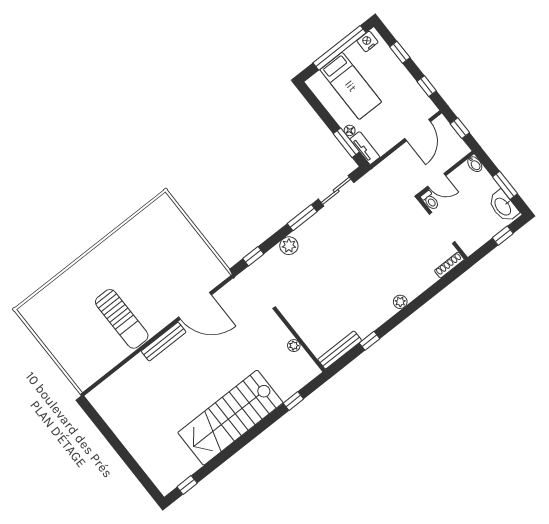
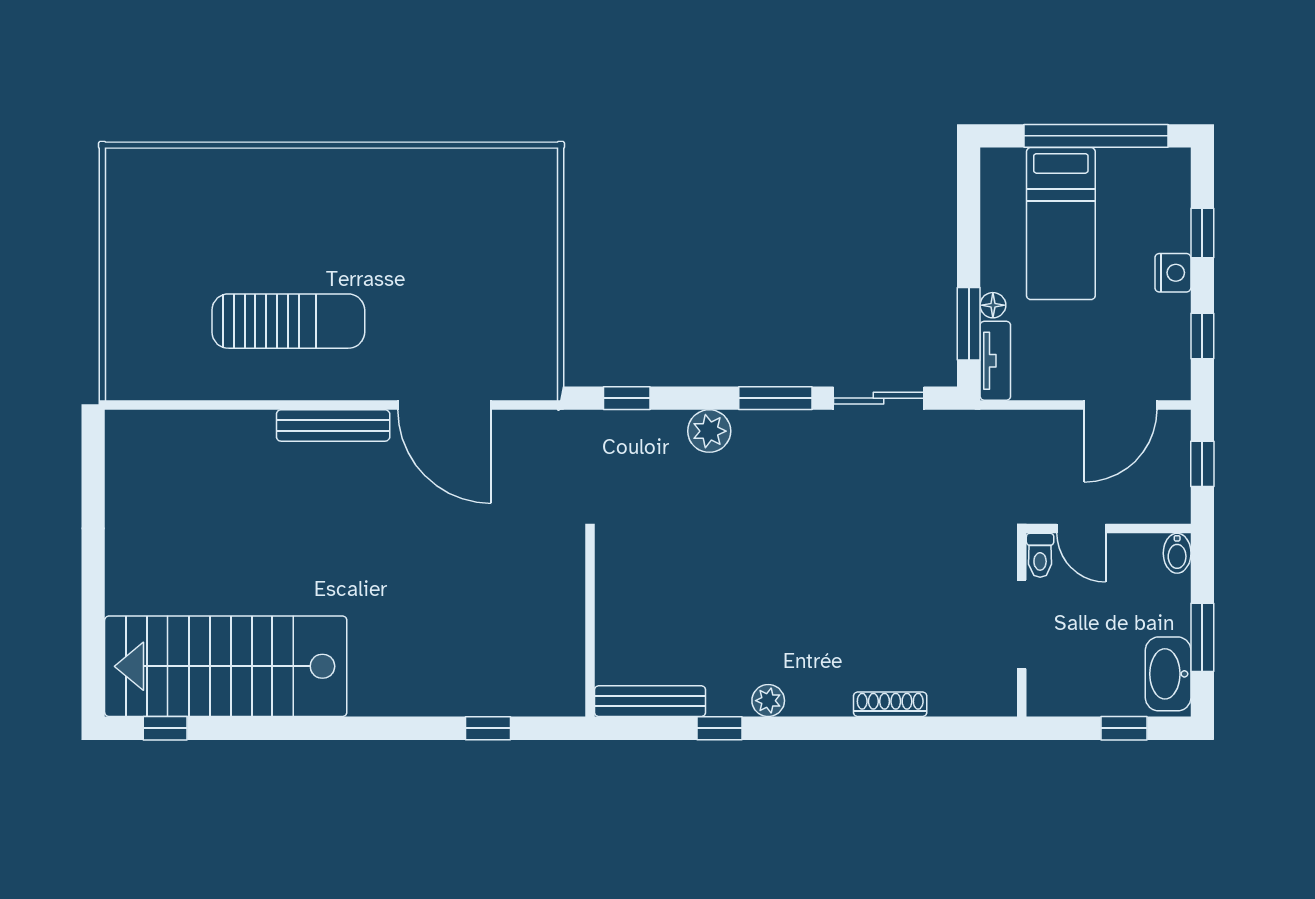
nightstand: (367, 41) -> (1173, 273), moved, turned 90
shoe rack: (449, 265) -> (890, 704), moved
plant: (400, 302) -> (768, 701), moved
sun lounger: (122, 319) -> (288, 321), turned -90
plant: (294, 346) -> (571, 625), removed
stairs: (230, 418) -> (226, 666), moved

